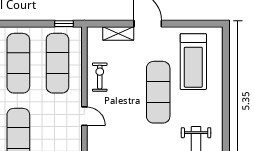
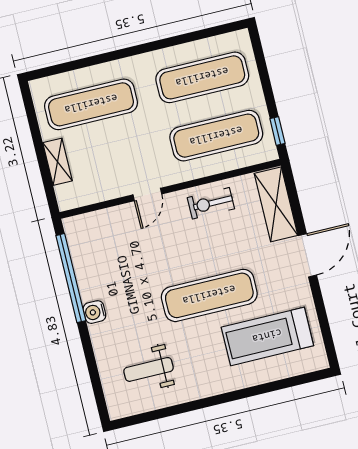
shelving: (118, 33) -> (276, 204), width x1.50, depth x1.33
exercise bike: (100, 77) -> (211, 203), turned 180

